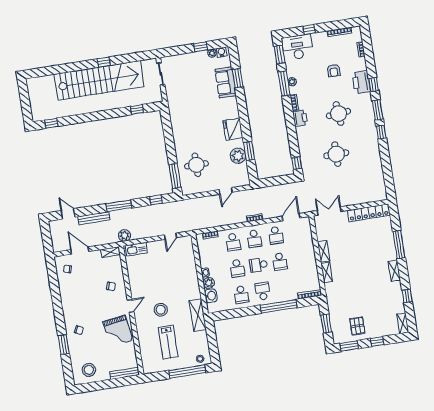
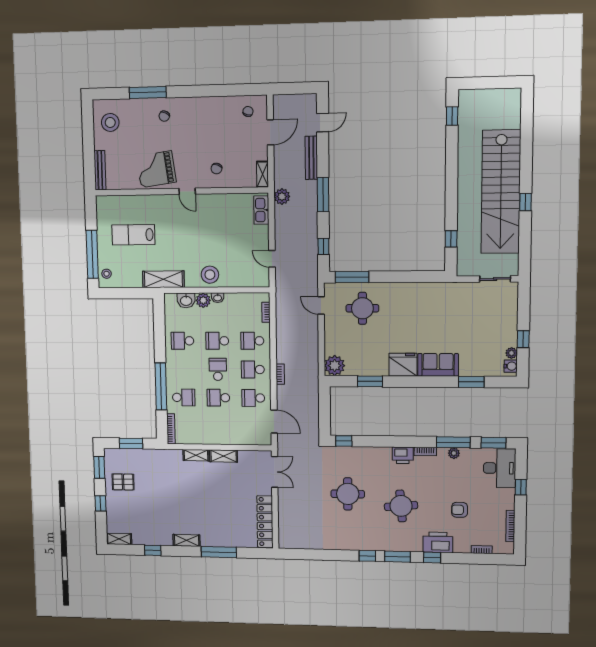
sofa: (226, 82) -> (438, 365), moved
plant: (238, 156) -> (335, 366), moved
door: (226, 191) -> (321, 305), moved
school desk: (263, 291) -> (184, 397), moved
stool: (161, 310) -> (210, 275), moved
window: (64, 345) -> (148, 92), width x1.44

